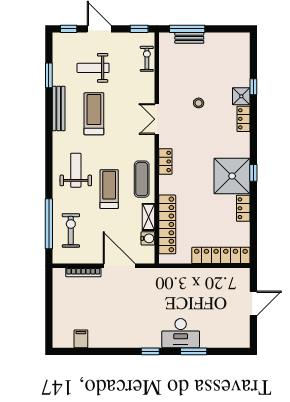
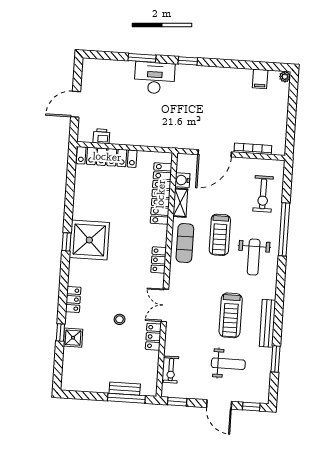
shower: (241, 96) -> (73, 338), moved
double door: (157, 119) -> (165, 305), swing flipped
locker: (243, 208) -> (153, 337), moved, turned 180
window: (49, 224) -> (284, 229), moved
door: (119, 266) -> (215, 153), hinge flipped
printer: (227, 275) -> (101, 136), added
plant: (58, 342) -> (285, 77), added

